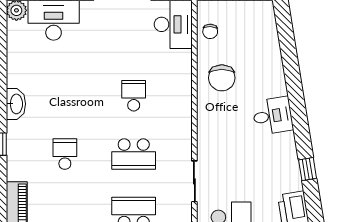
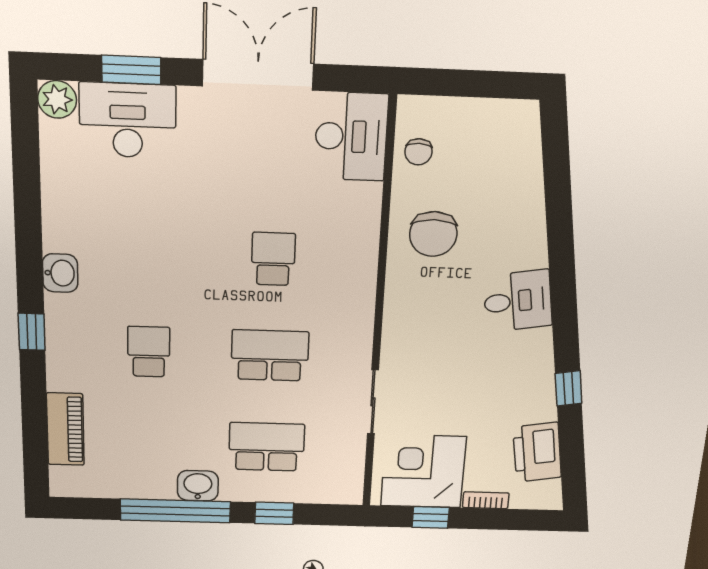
washbasin: (16, 104) -> (60, 273), width x0.72
school desk: (134, 154) -> (270, 355), turned 180

